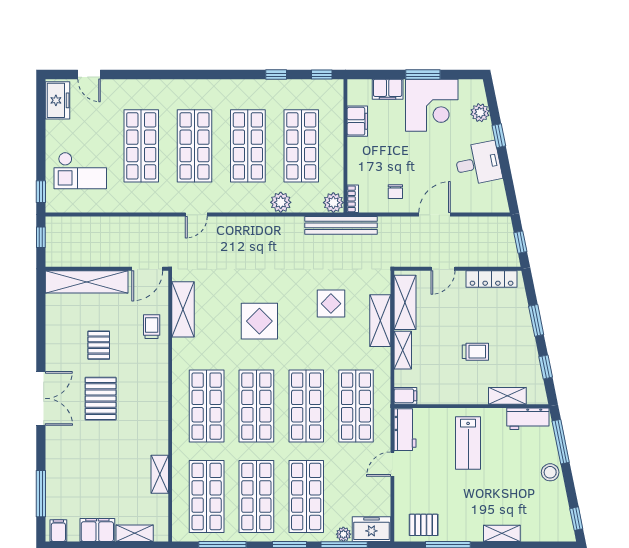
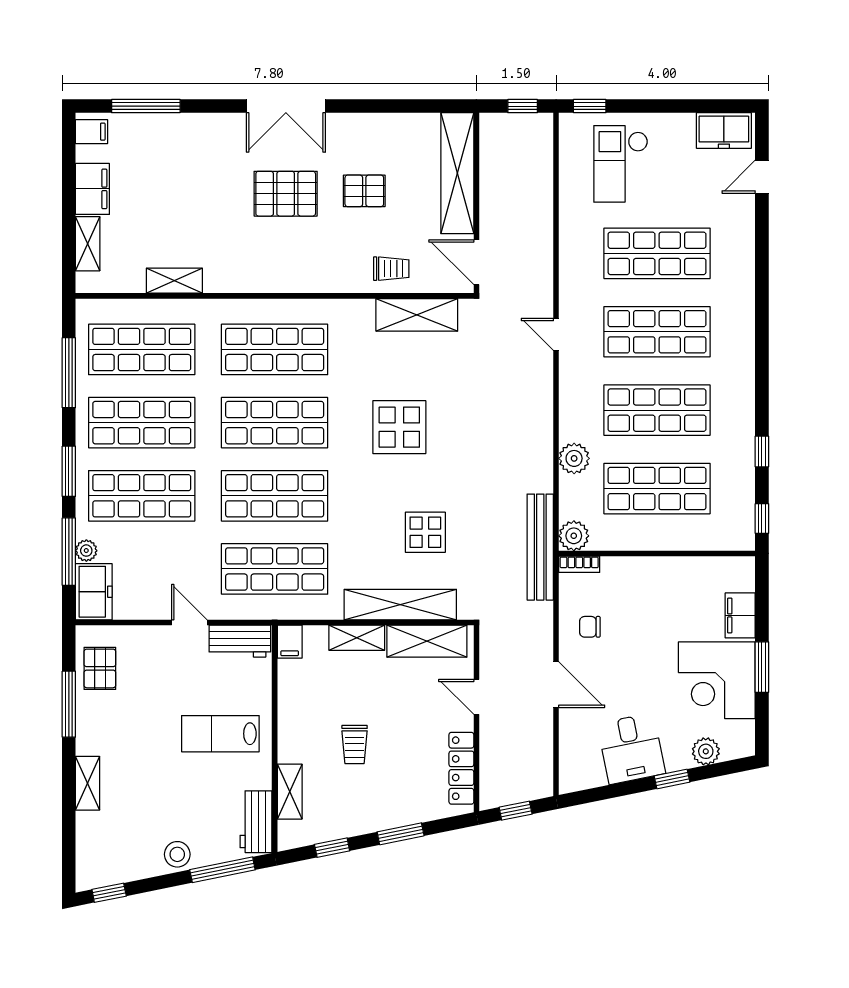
filing cabinet: (357, 121) -> (693, 571), removed
shelving: (380, 321) -> (400, 605), width x1.47

